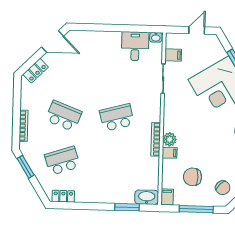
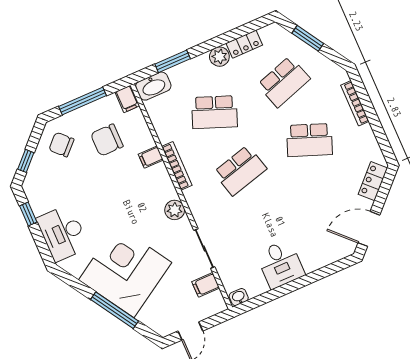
desk: (135, 46) -> (280, 264), moved
plant: (170, 139) -> (175, 210), moved
school desk: (116, 162) -> (214, 112), added
window: (26, 167) -> (308, 38), moved
chair: (192, 177) -> (107, 140), turned 180
locker: (63, 196) -> (244, 44), moved
plant: (96, 196) -> (219, 57), added

